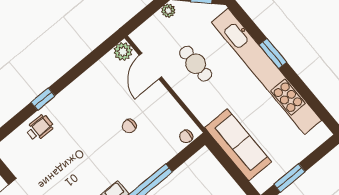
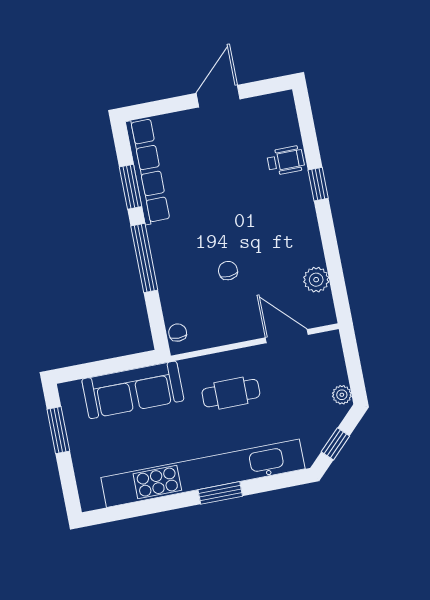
plant: (123, 52) -> (316, 280), moved
cafe table: (196, 64) -> (231, 393), moved
wheelchair: (39, 128) -> (286, 161), turned -90

